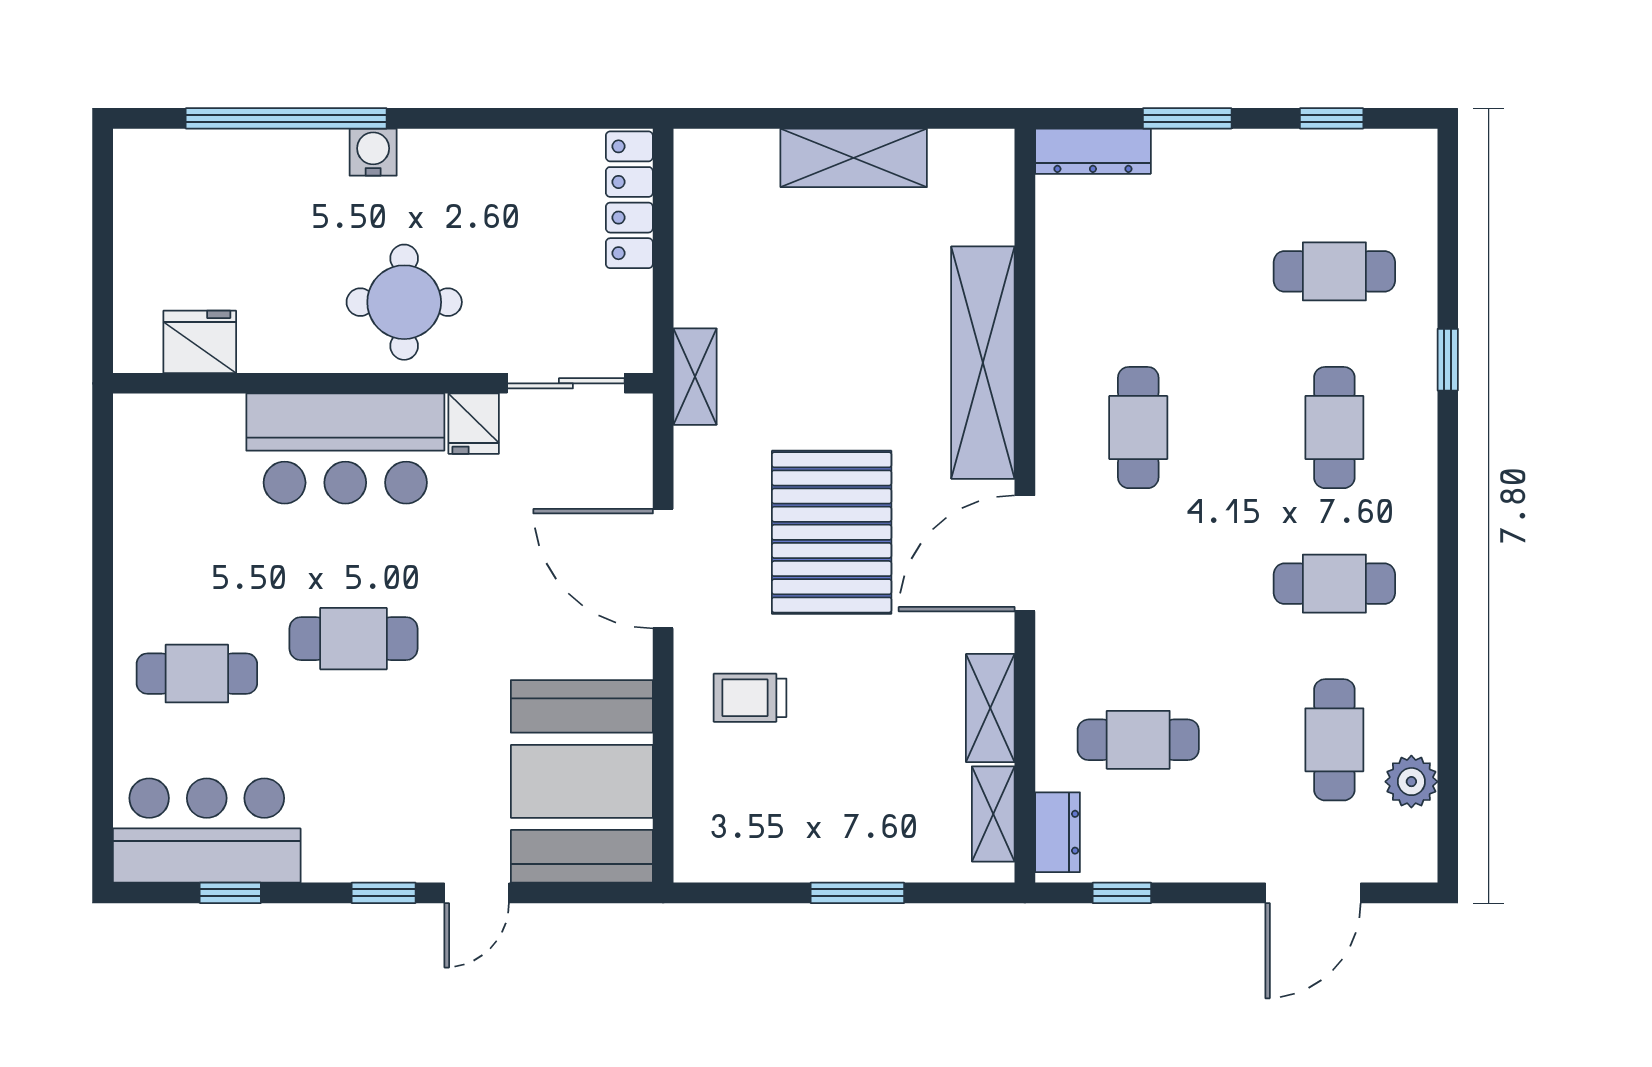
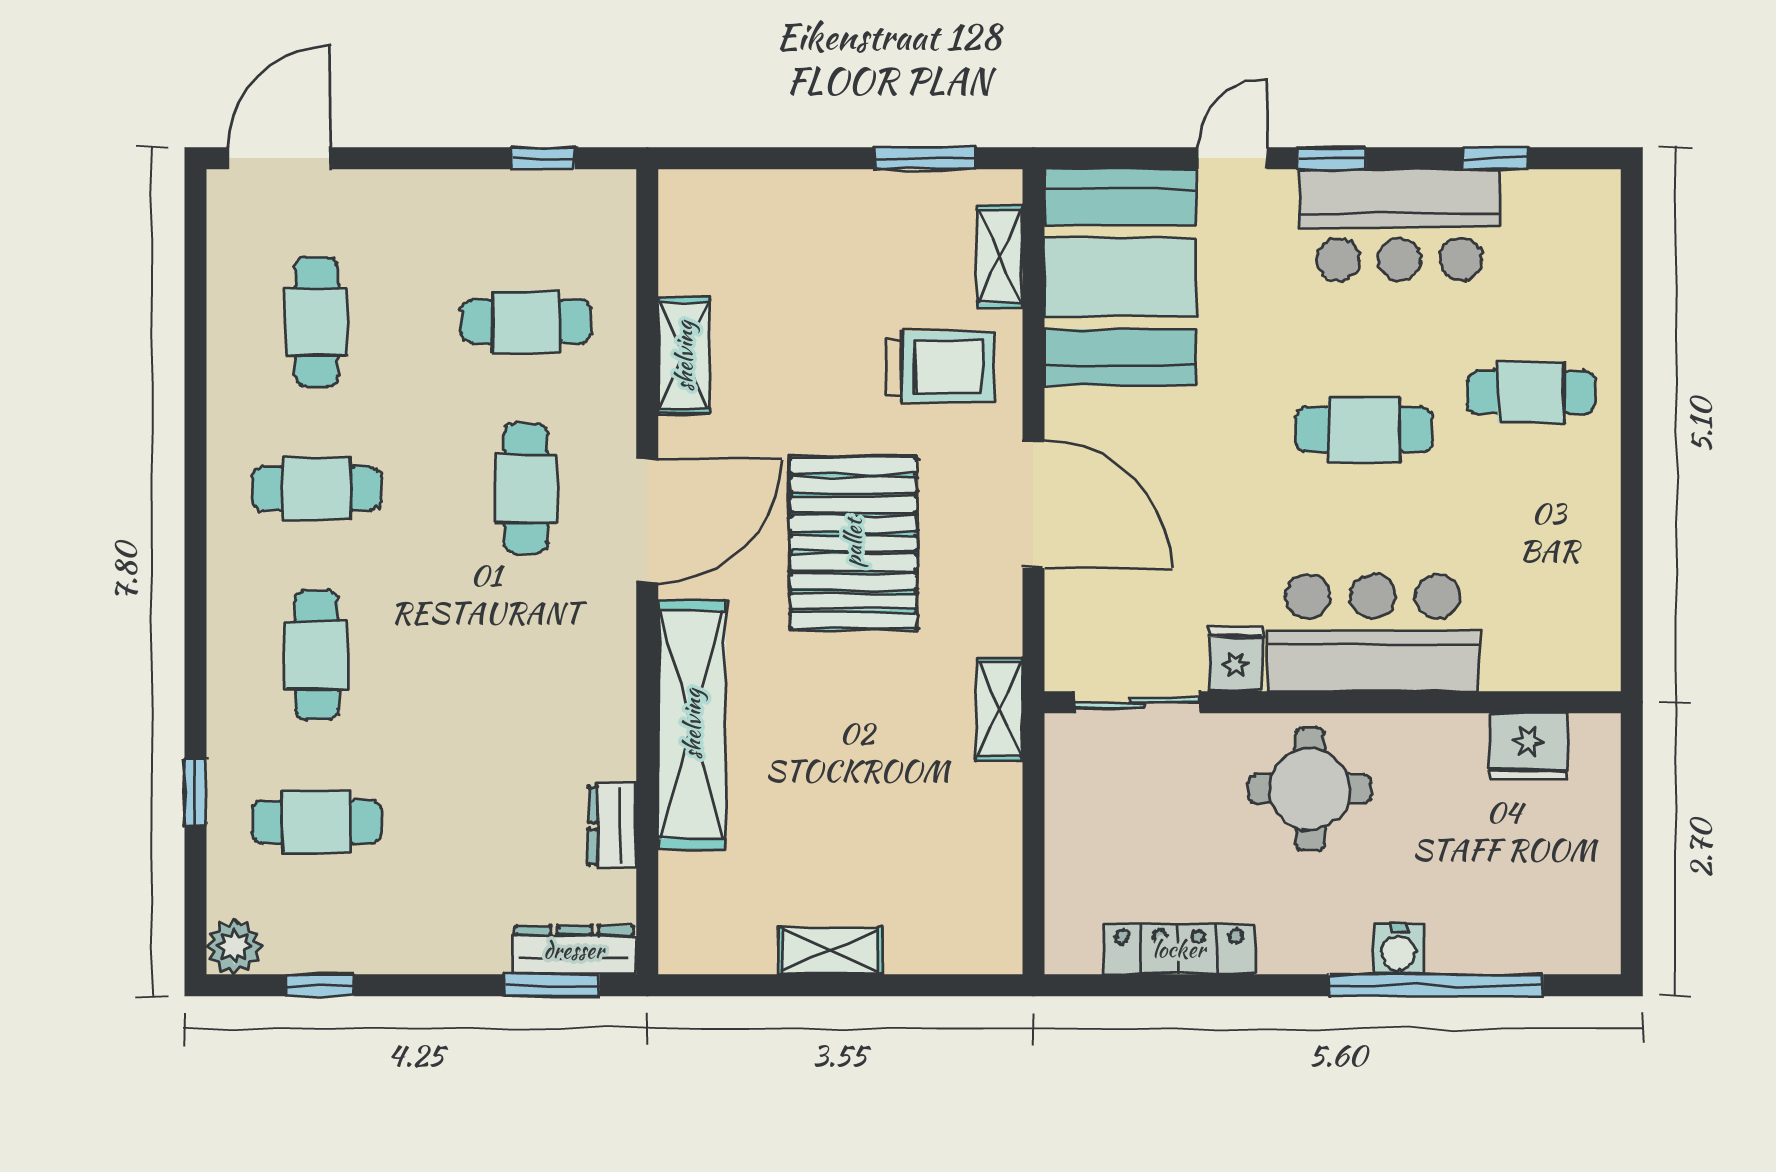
window: (1187, 118) -> (552, 985), moved
water cooler: (373, 152) -> (1399, 949), moved
shelving: (854, 158) -> (830, 951), width x0.67, depth x0.75
locker: (629, 200) -> (1179, 949), moved, turned -90
window: (1448, 360) -> (196, 792), moved
cafe table: (1138, 428) -> (526, 488), moved
trolley: (750, 698) -> (941, 367), width x1.36, depth x1.39
plant: (1411, 782) -> (234, 946), moved
shelving: (993, 814) -> (1000, 257), moved
bar counter: (207, 830) -> (1400, 225), moved
dresser: (1058, 832) -> (612, 826), moved
window: (857, 893) -> (925, 158), moved
door: (1313, 893) -> (279, 158), moved

